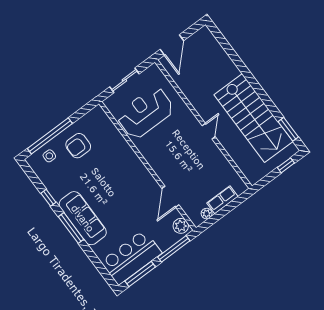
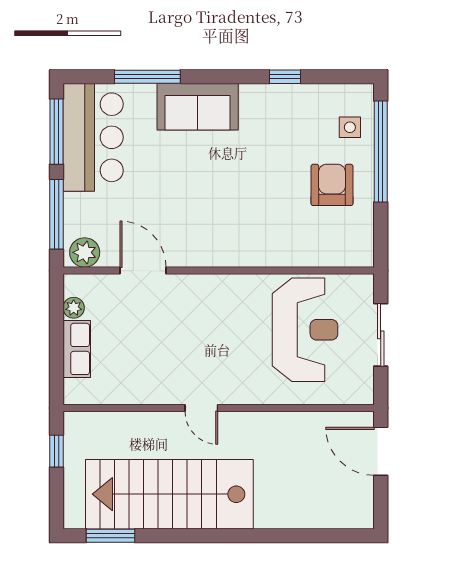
window: (286, 165) -> (57, 451), moved
sofa: (83, 218) -> (198, 107), width x0.73
window: (71, 228) -> (147, 77), moved

